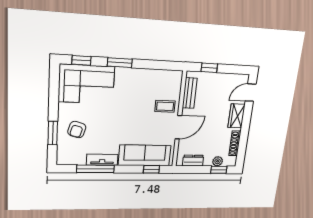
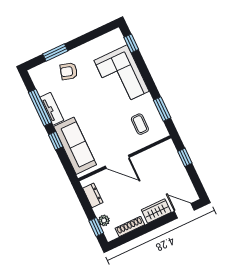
window: (120, 63) -> (162, 109), moved
corner sofa: (86, 84) -> (122, 76), moved
bench: (190, 93) -> (153, 153), removed
coffee table: (165, 106) -> (140, 124), moved
window: (151, 169) -> (56, 141), moved

